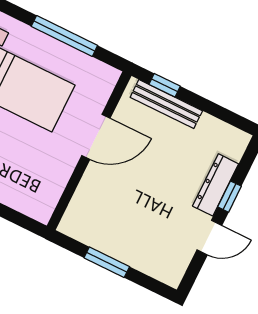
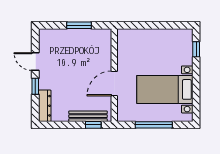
dresser: (216, 185) -> (45, 106), moved
door: (209, 238) -> (35, 62), hinge flipped

